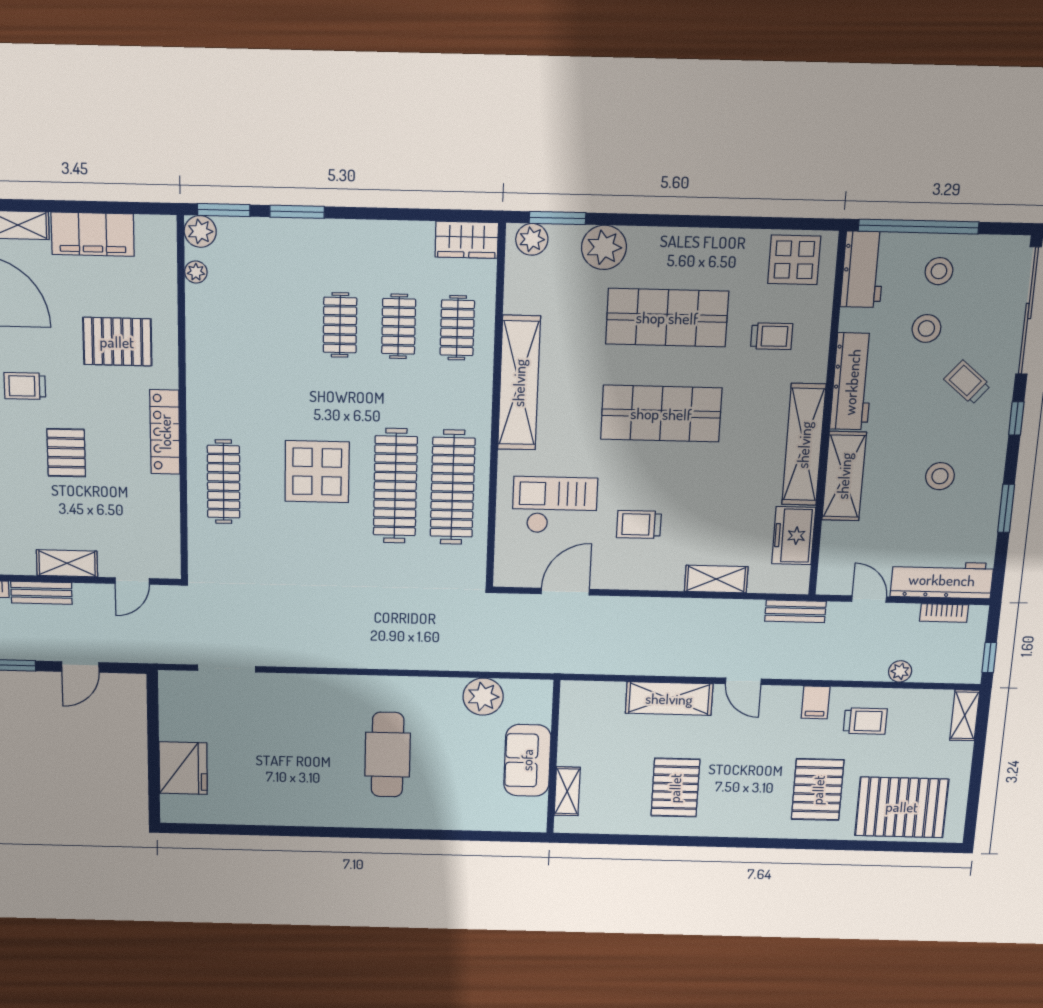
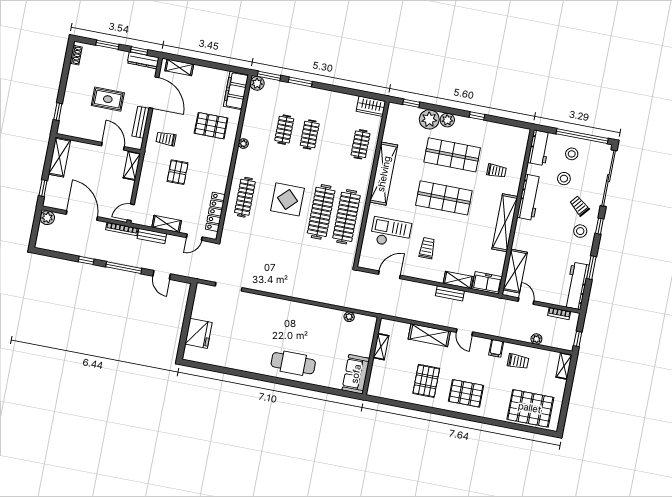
window: (558, 218) -> (411, 103), width x0.67
window: (712, 222) -> (477, 116), added
window: (919, 227) -> (582, 136), moved
filing cabinet: (93, 234) -> (236, 90), moved, turned 90
plant: (532, 239) -> (447, 120), moved
display table: (794, 260) -> (510, 139), removed
plant: (196, 272) -> (243, 144), moved
clothes rail: (399, 326) -> (284, 130), moved
locker: (165, 432) -> (215, 212), moved
shelving: (844, 476) -> (515, 271), moved
stool: (940, 476) -> (580, 231), moved
trolley: (639, 525) -> (427, 248), turned 90
freezer: (794, 536) -> (487, 283), moved, turned 90
workbench: (942, 580) -> (576, 286), moved, turned -90
bench: (795, 611) -> (450, 293), moved
door: (80, 667) -> (162, 275), hinge flipped
plant: (483, 697) -> (349, 317), width x0.53, depth x0.53
cafe table: (388, 755) -> (293, 363), moved, turned 90
sofa: (527, 760) -> (356, 374), moved
pallet: (818, 790) -> (466, 393), moved, turned 90
shelving: (567, 791) -> (381, 347), moved

